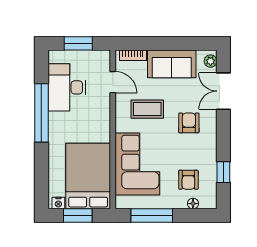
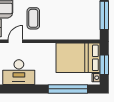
window: (41, 113) -> (68, 89), moved
corner sofa: (137, 164) -> (70, 25), removed

